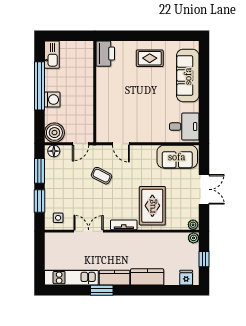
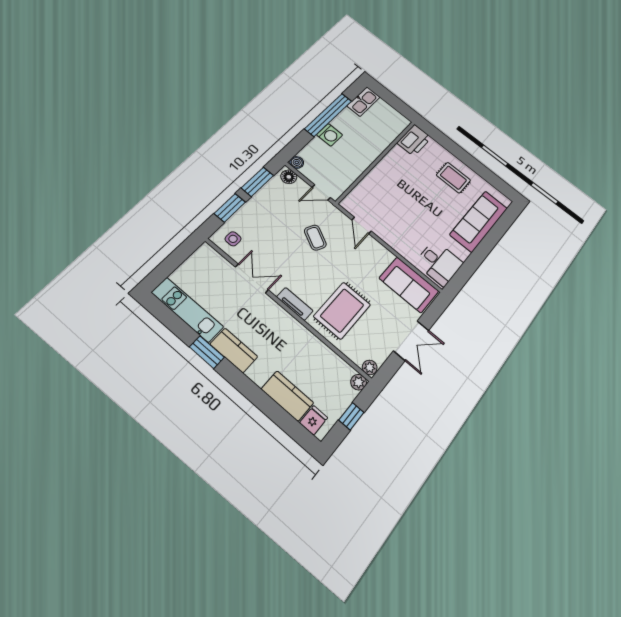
boiler: (54, 133) -> (297, 162), width x0.54, depth x0.54
kitchen counter: (147, 277) -> (287, 396), moved

